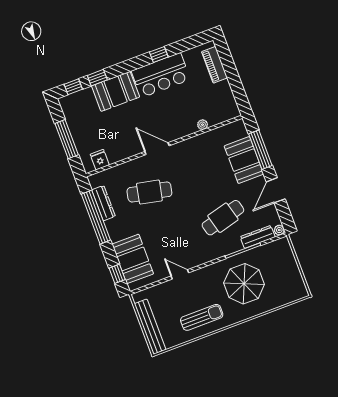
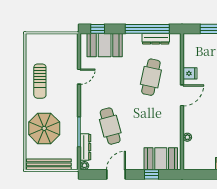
window: (260, 150) -> (151, 174), width x0.46
fridge: (100, 160) -> (190, 73), moved
booth: (244, 160) -> (161, 159), moved
door: (276, 190) -> (116, 174), hinge flipped
parasol: (244, 284) -> (44, 128), moved
bench: (150, 327) -> (49, 164), moved

